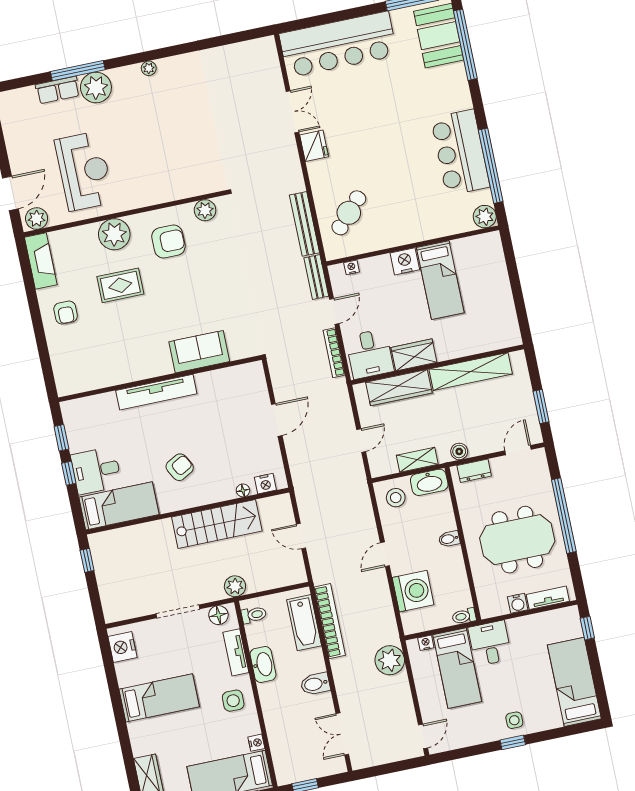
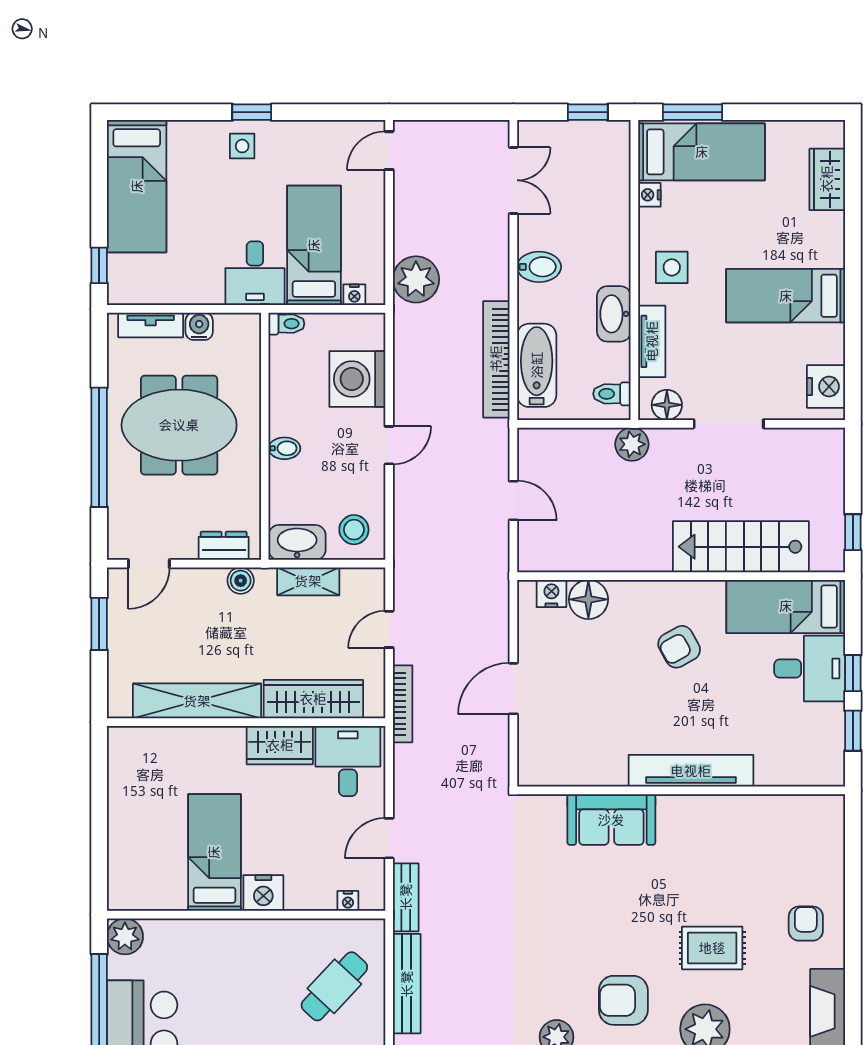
bookcase: (334, 353) -> (403, 704), moved
floor lamp: (243, 490) -> (588, 599), width x1.89, depth x1.89
stairs: (217, 524) -> (741, 547), moved

